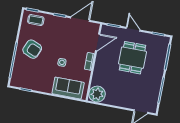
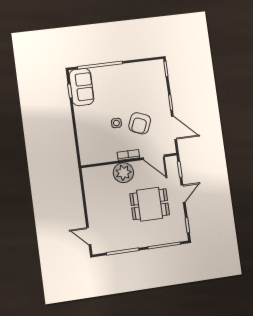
coffee table: (36, 20) -> (156, 76), removed
armchair: (32, 49) -> (140, 123), moved
sofa: (68, 88) -> (82, 87), moved
plant: (97, 94) -> (123, 173), moved

